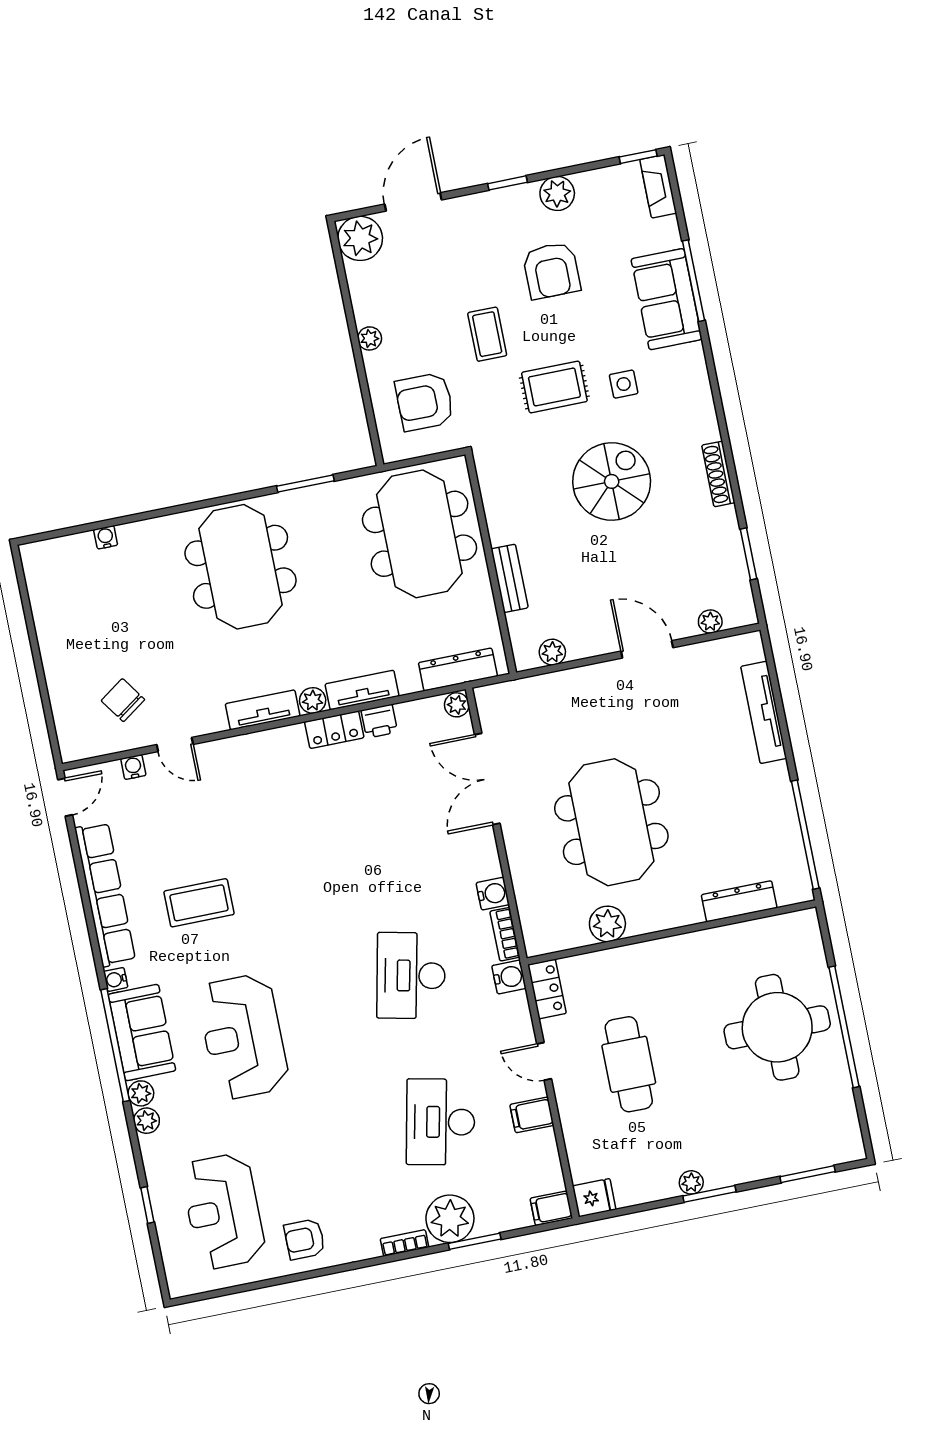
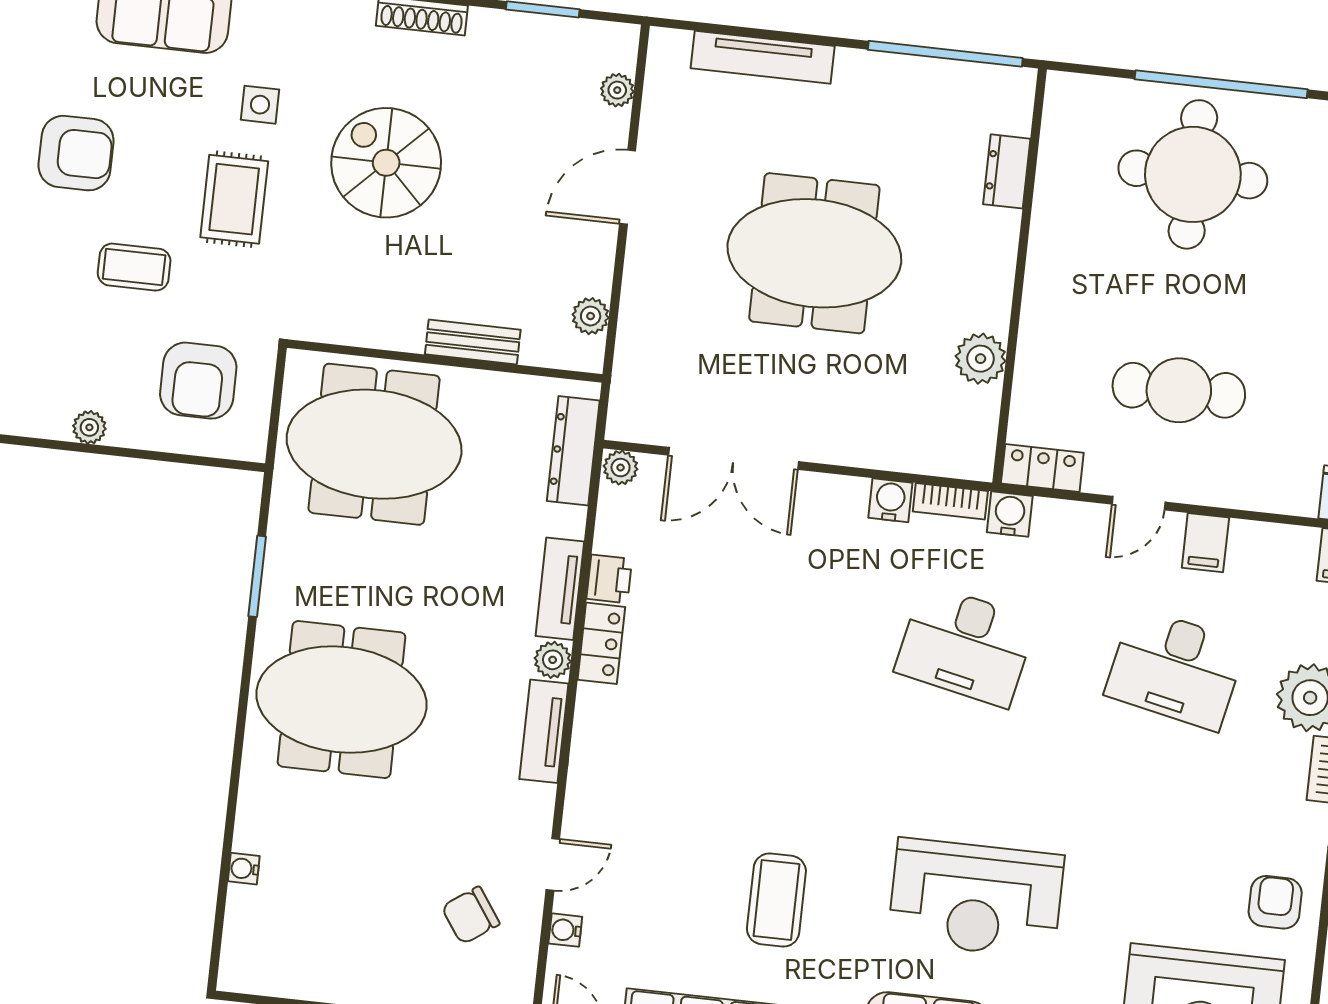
meeting table: (611, 822) -> (814, 253), moved
dresser: (739, 901) -> (1007, 171), width x0.70
armchair: (305, 1239) -> (1275, 902), turned 180

